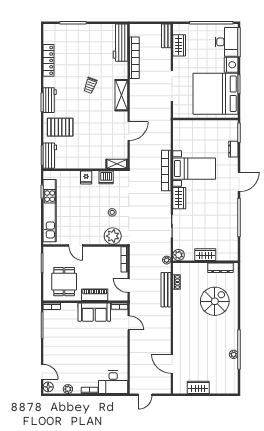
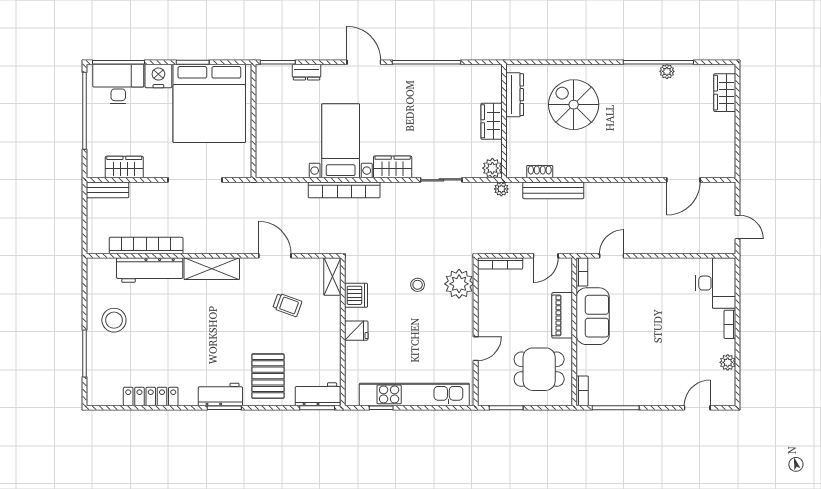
stool: (92, 39) -> (114, 320), added
workbench: (121, 43) -> (150, 270), moved
trolley: (90, 85) -> (287, 305), moved
floor lamp: (48, 387) -> (724, 397), removed
wardrobe: (198, 387) -> (725, 93), moved

